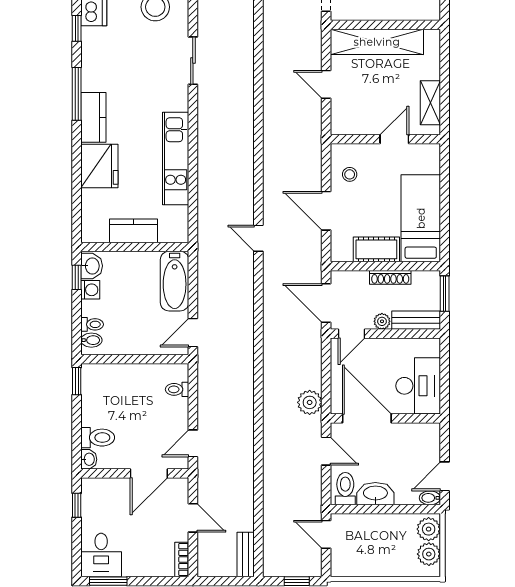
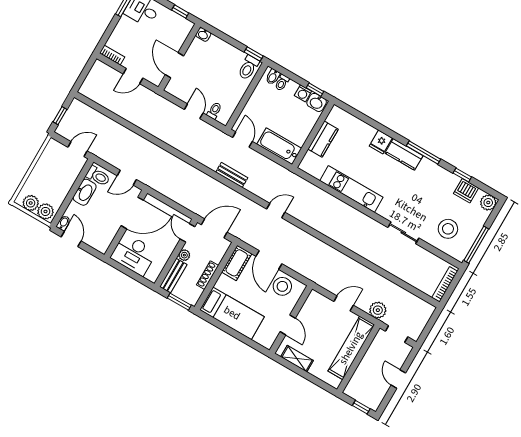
fridge: (99, 166) -> (381, 142), width x0.53, depth x0.75
stool: (350, 174) -> (282, 286), width x1.89, depth x1.89
door: (326, 211) -> (269, 260), swing flipped
cot: (376, 249) -> (237, 263), moved
plant: (310, 402) -> (378, 310), moved
toilet: (98, 438) -> (248, 68), moved
door: (193, 443) -> (194, 111), moved
bench: (246, 555) -> (232, 175), moved

